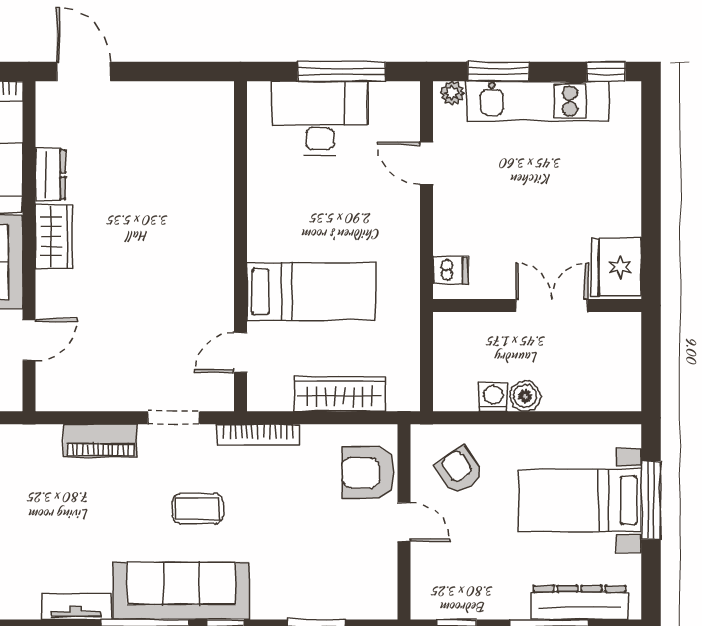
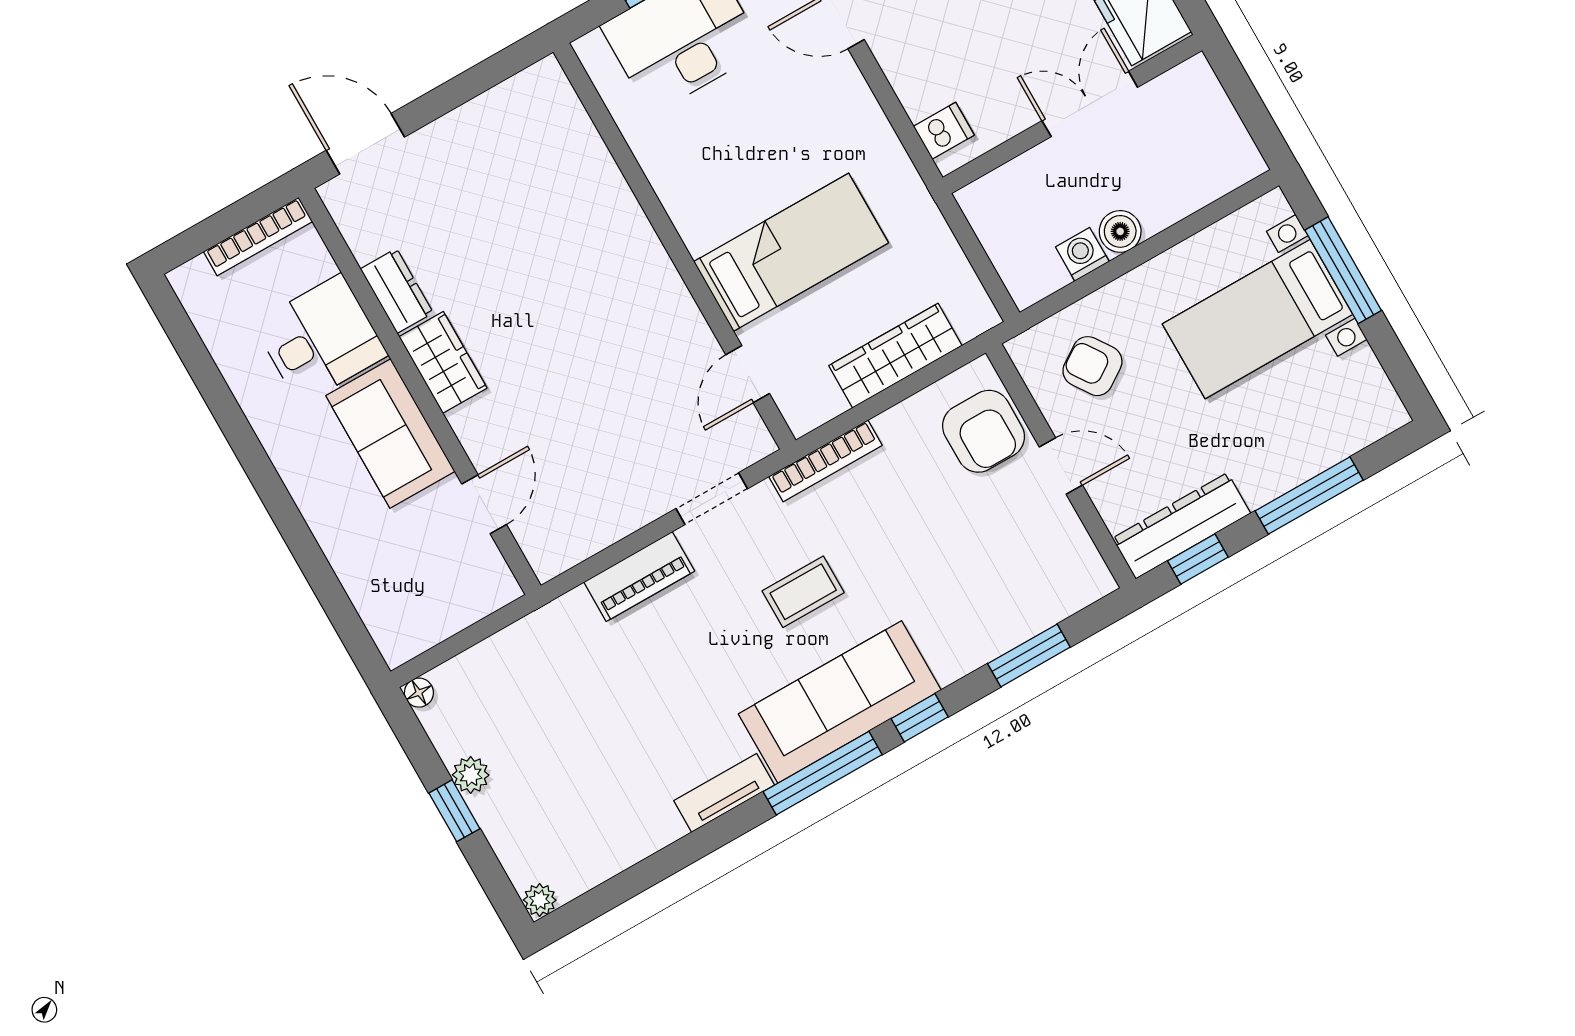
armchair: (368, 473) -> (984, 431), turned -90
dresser: (579, 603) -> (1182, 526), moved

